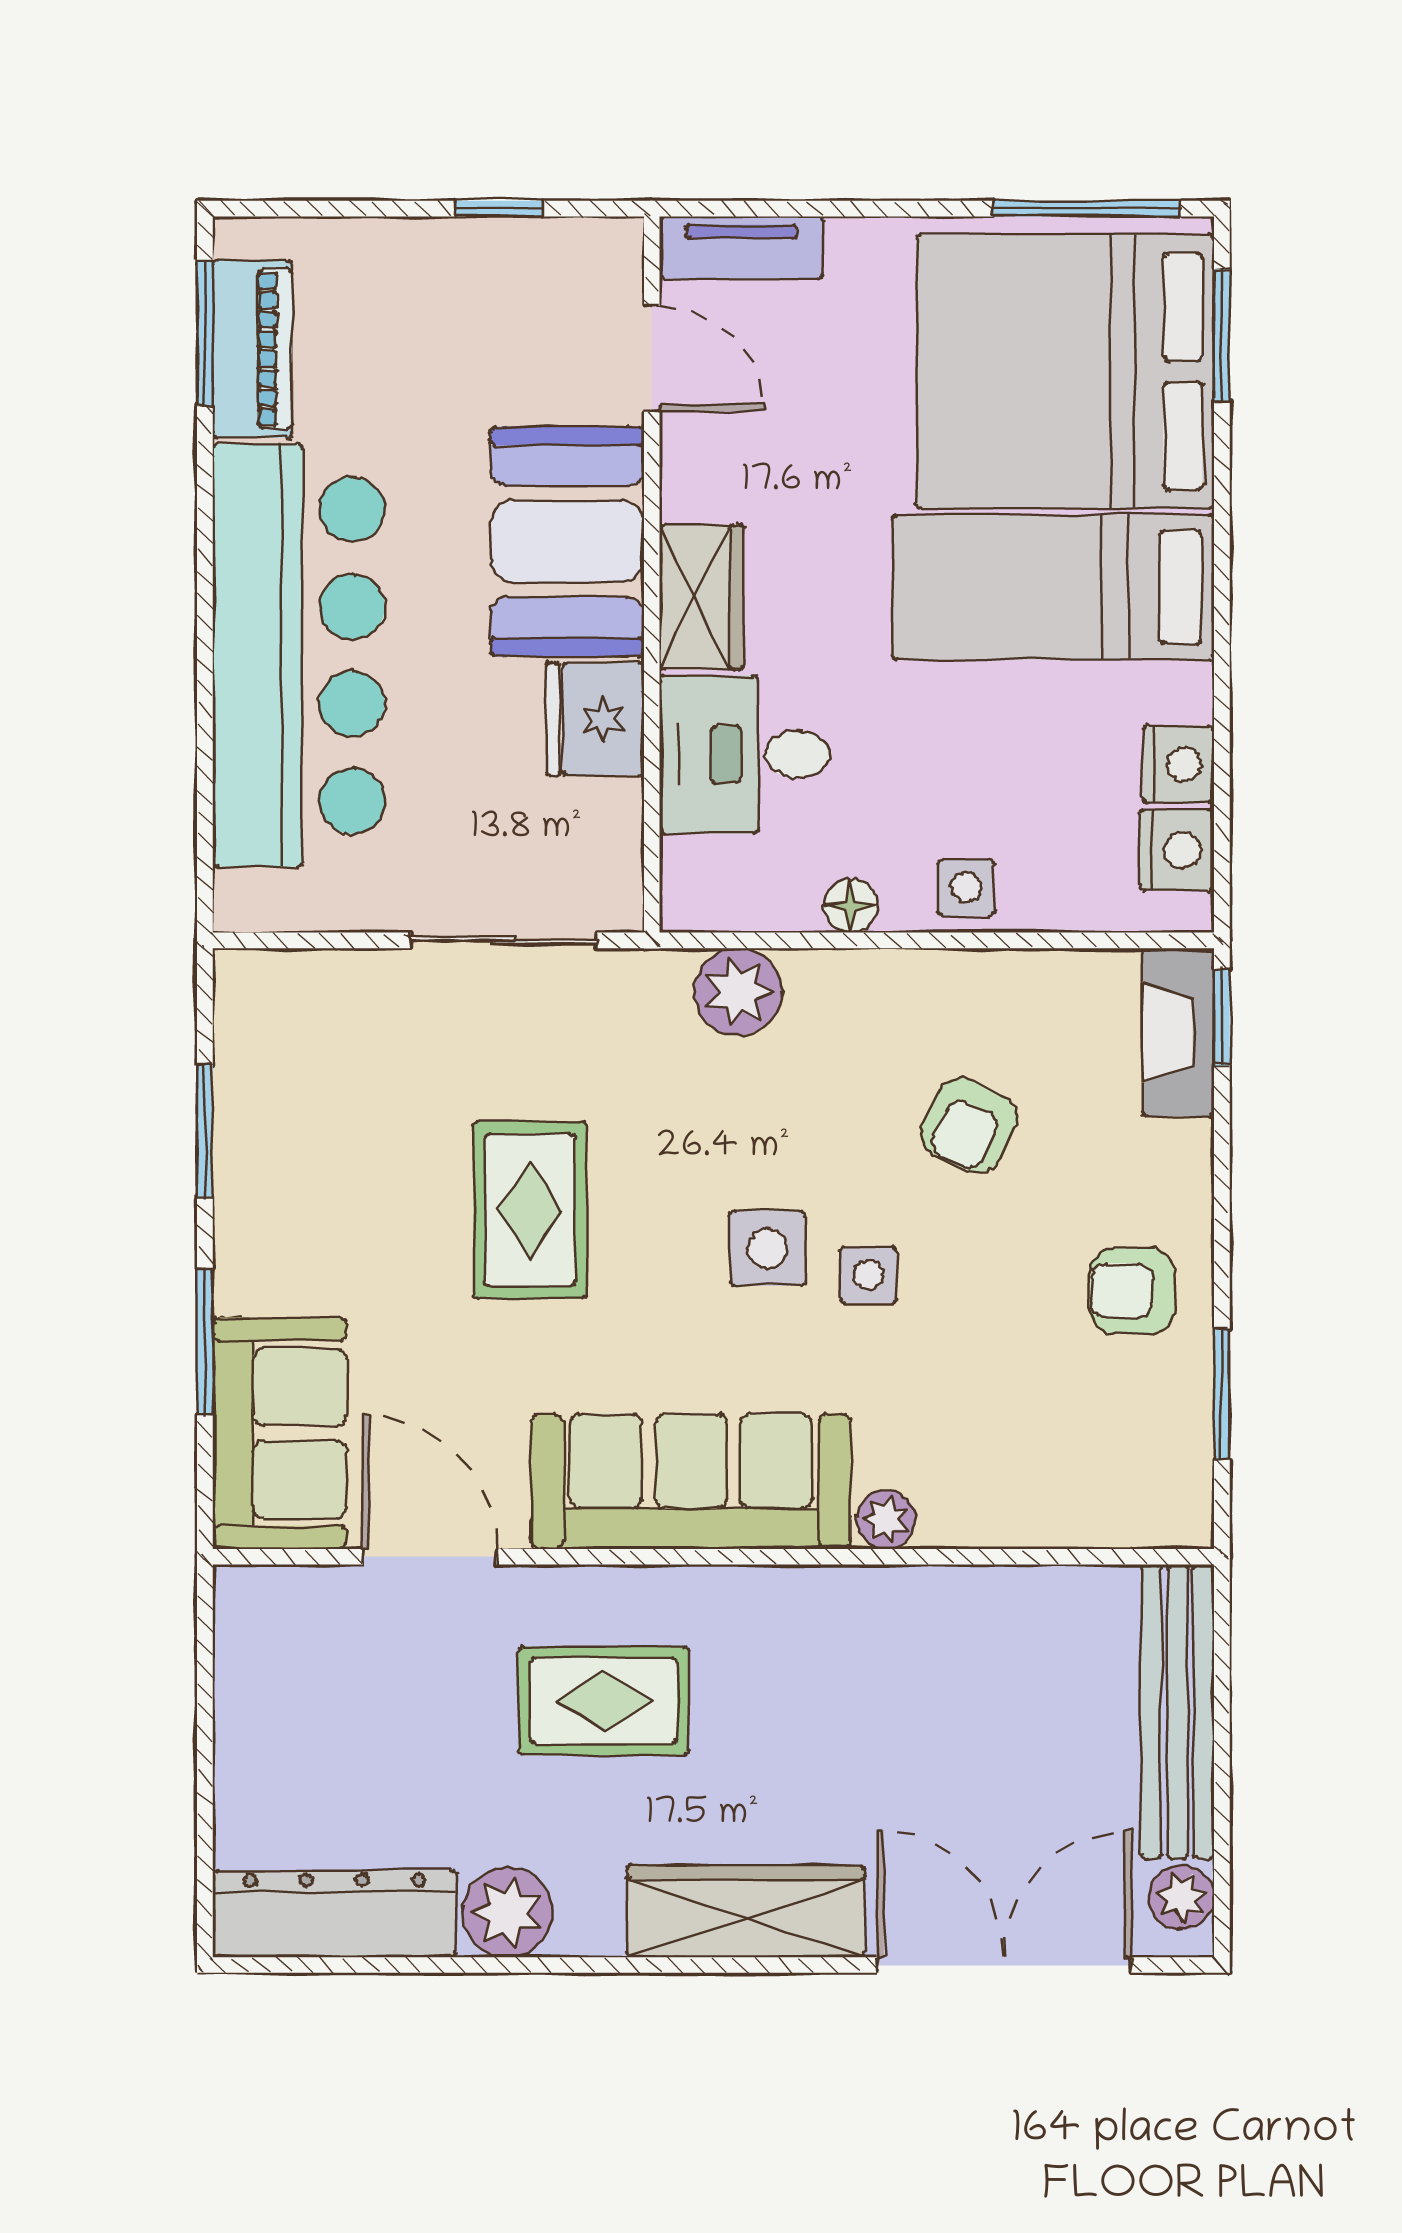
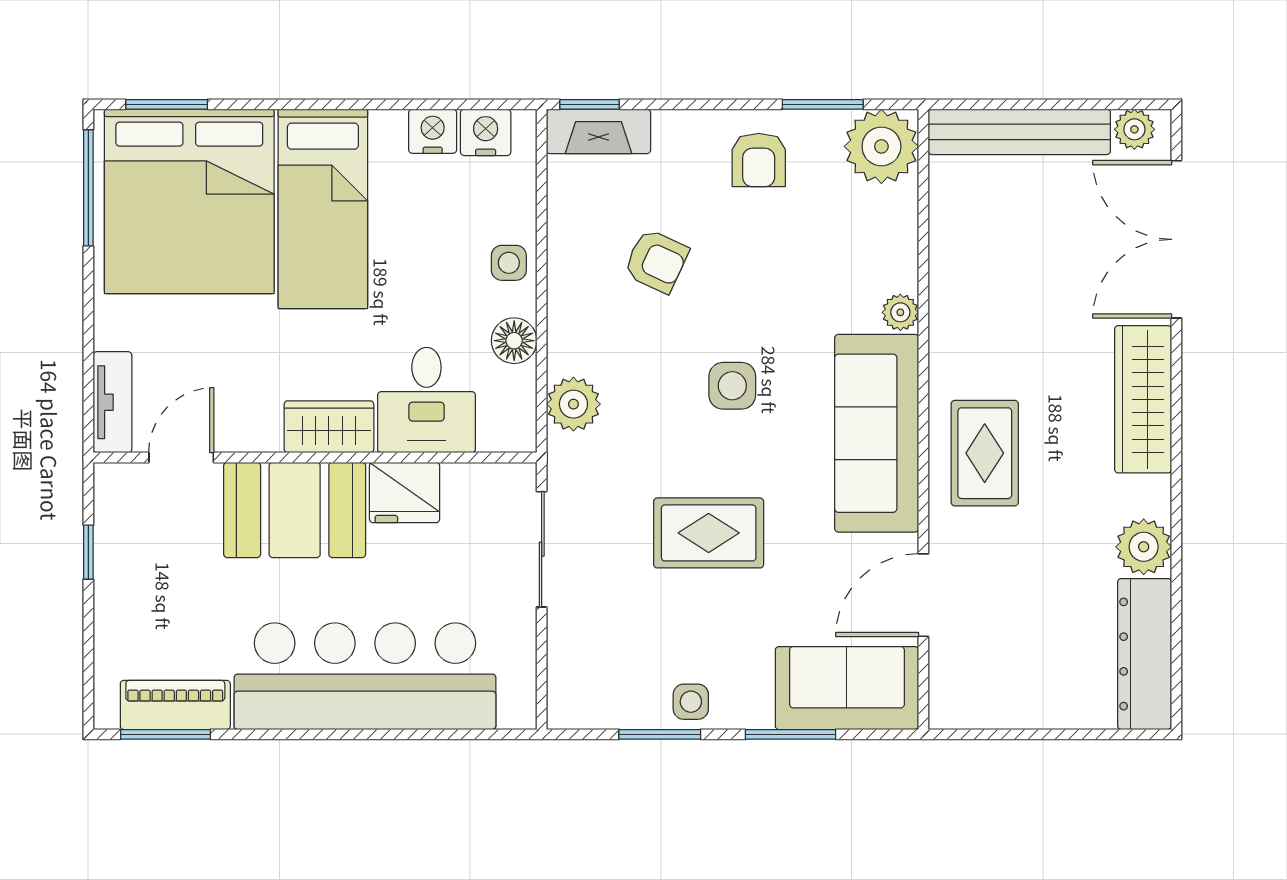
floor lamp: (850, 906) -> (514, 341), width x1.37, depth x1.37
side table: (868, 1275) -> (691, 702), moved
plant: (1154, 1489) -> (881, 146), added
rug: (604, 1701) -> (985, 453), moved

